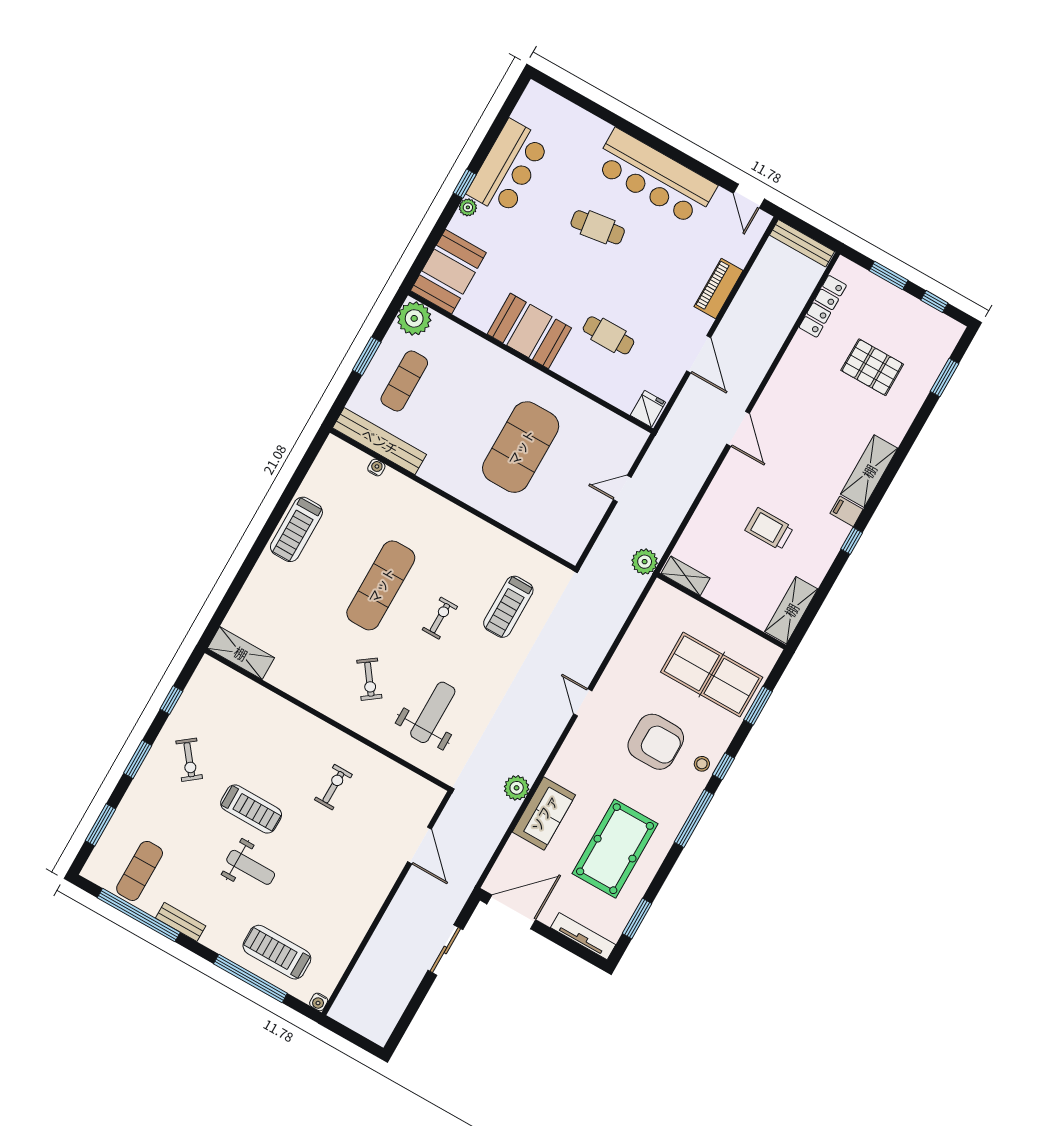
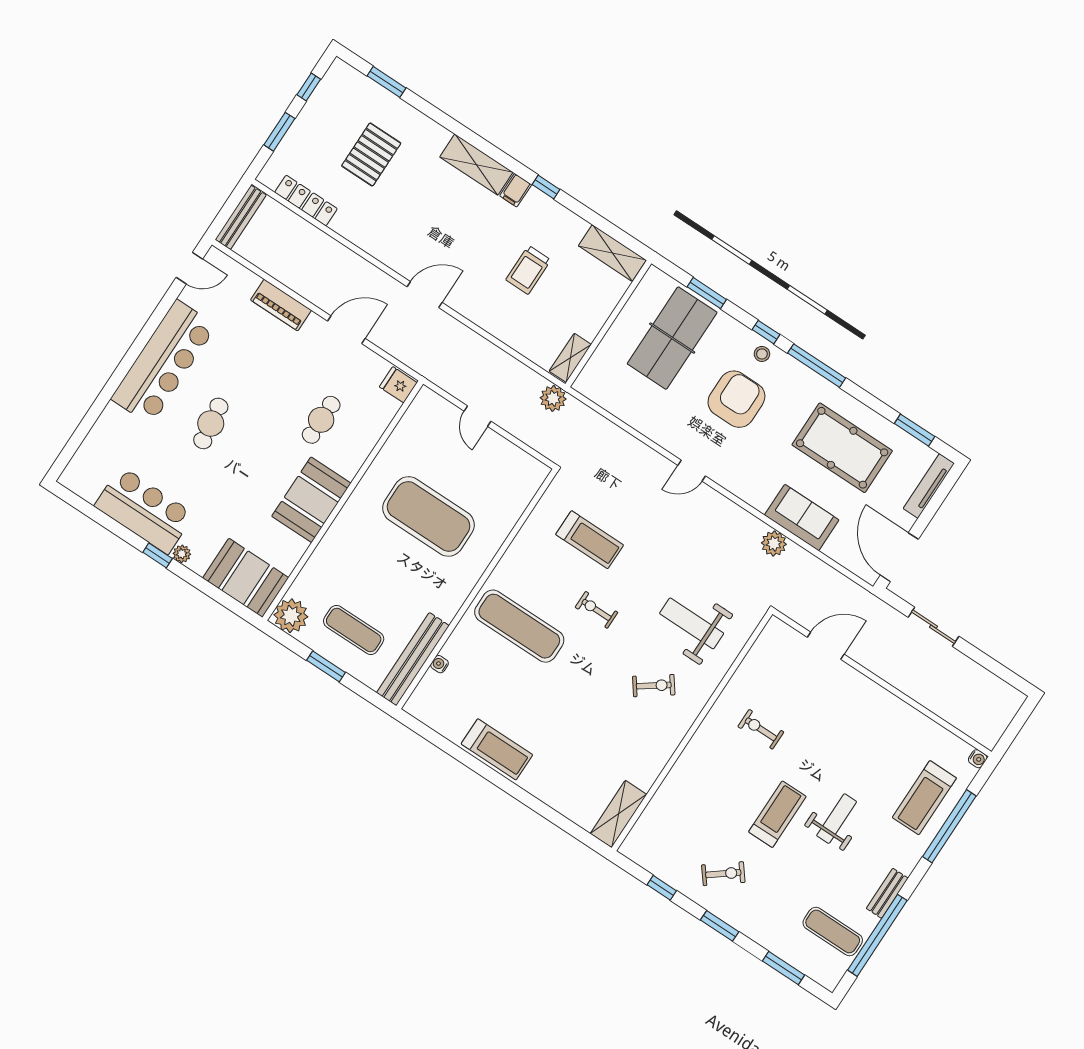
exercise mat: (381, 585) -> (519, 626), moved

